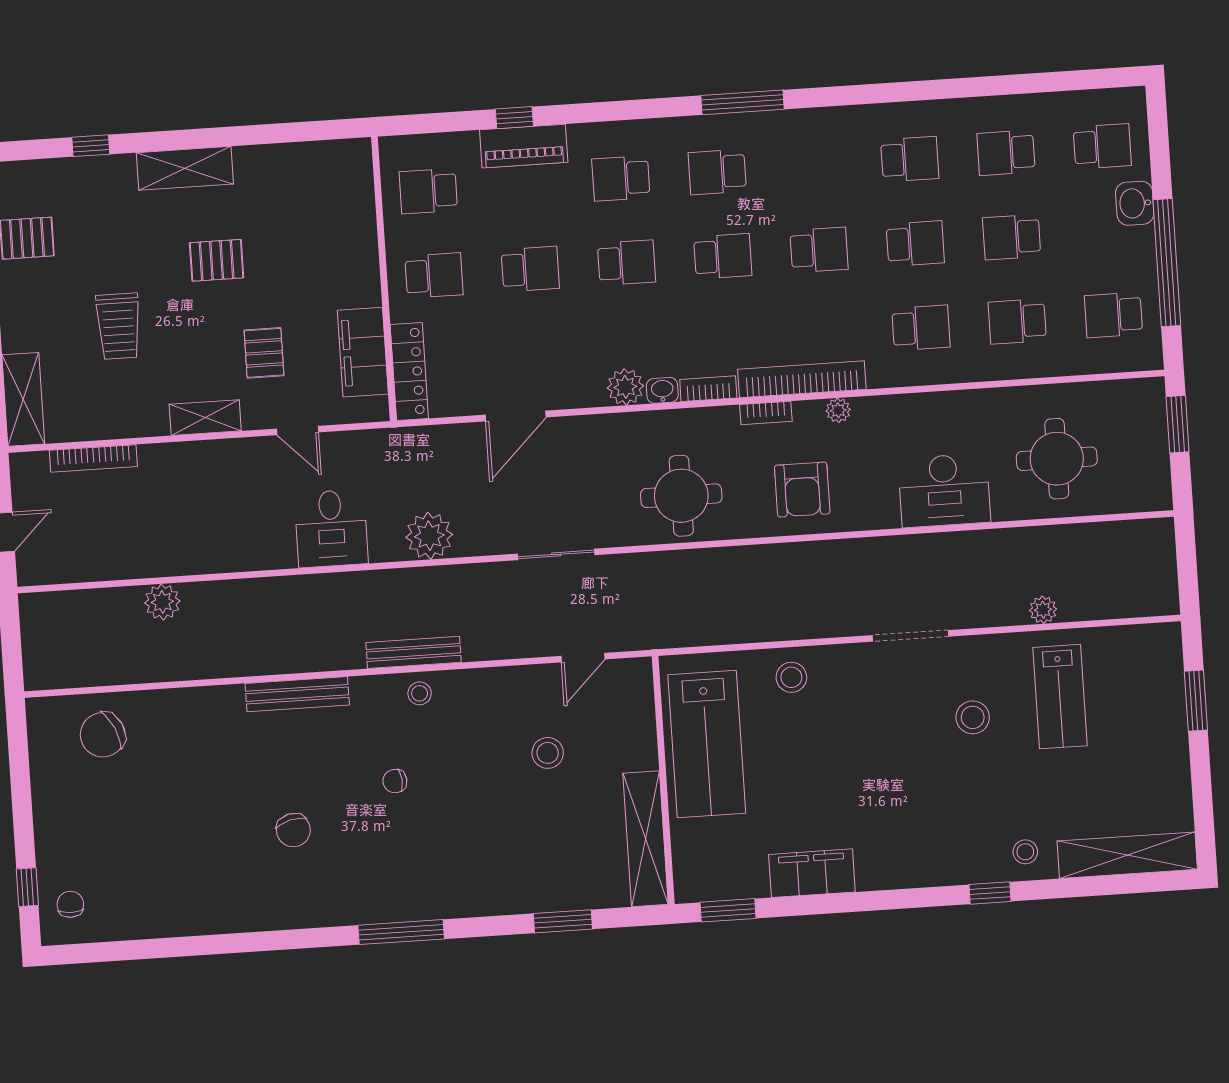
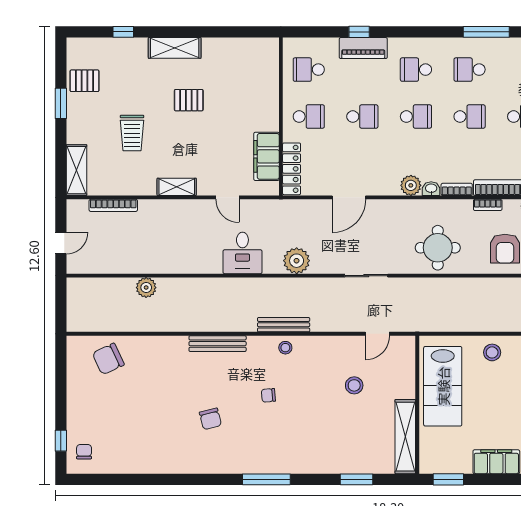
pallet: (264, 353) -> (212, 153), removed

